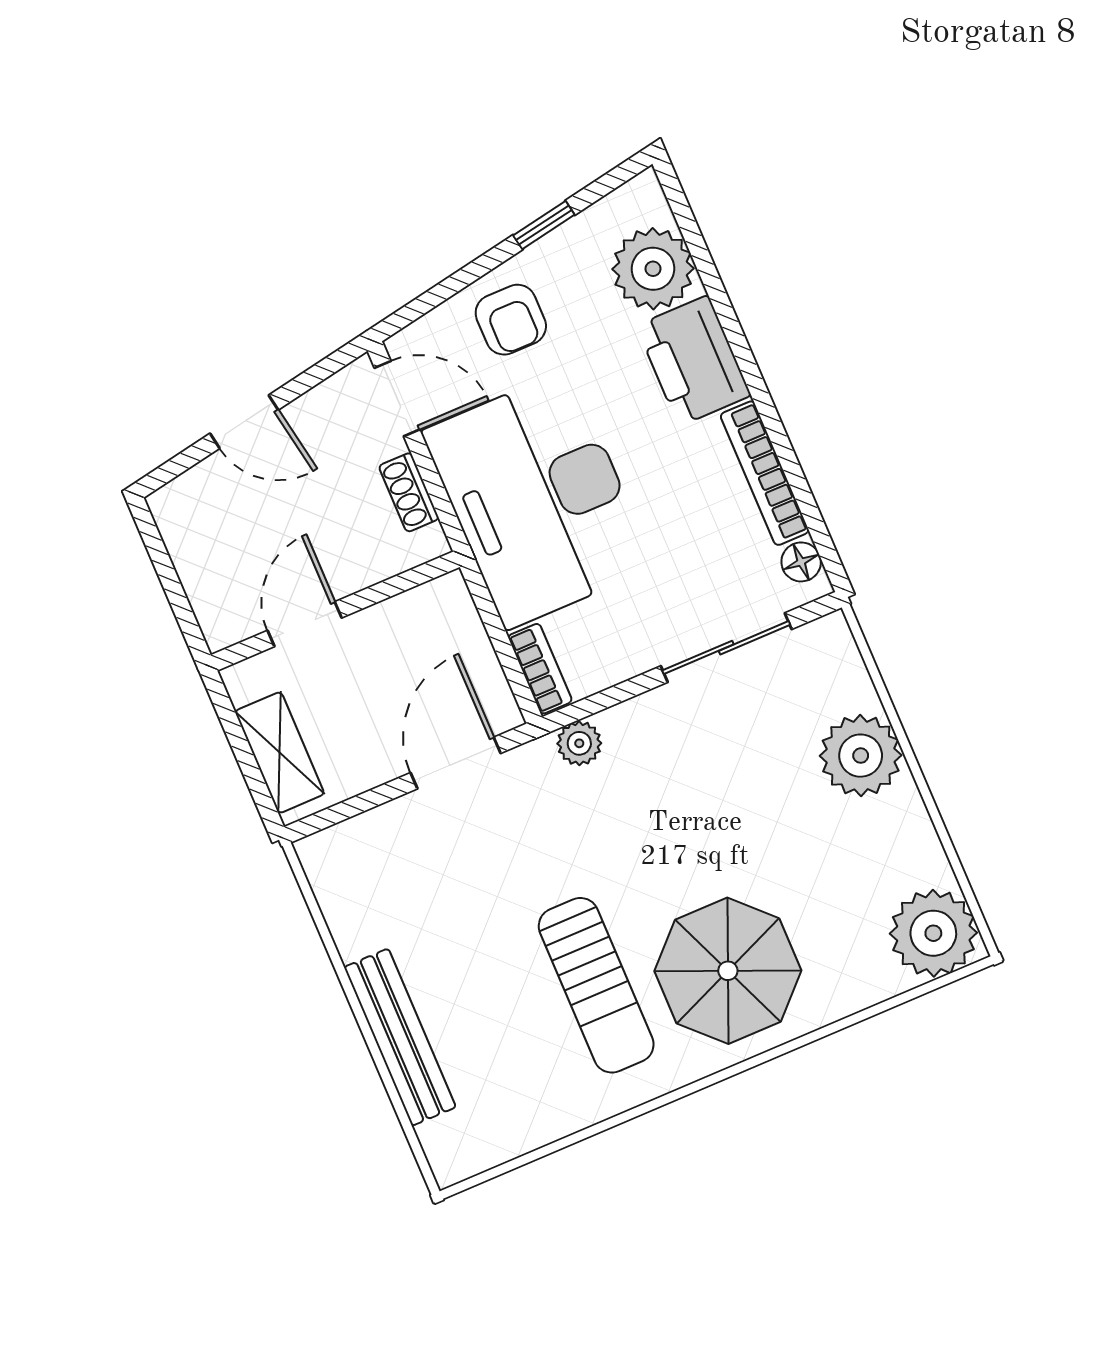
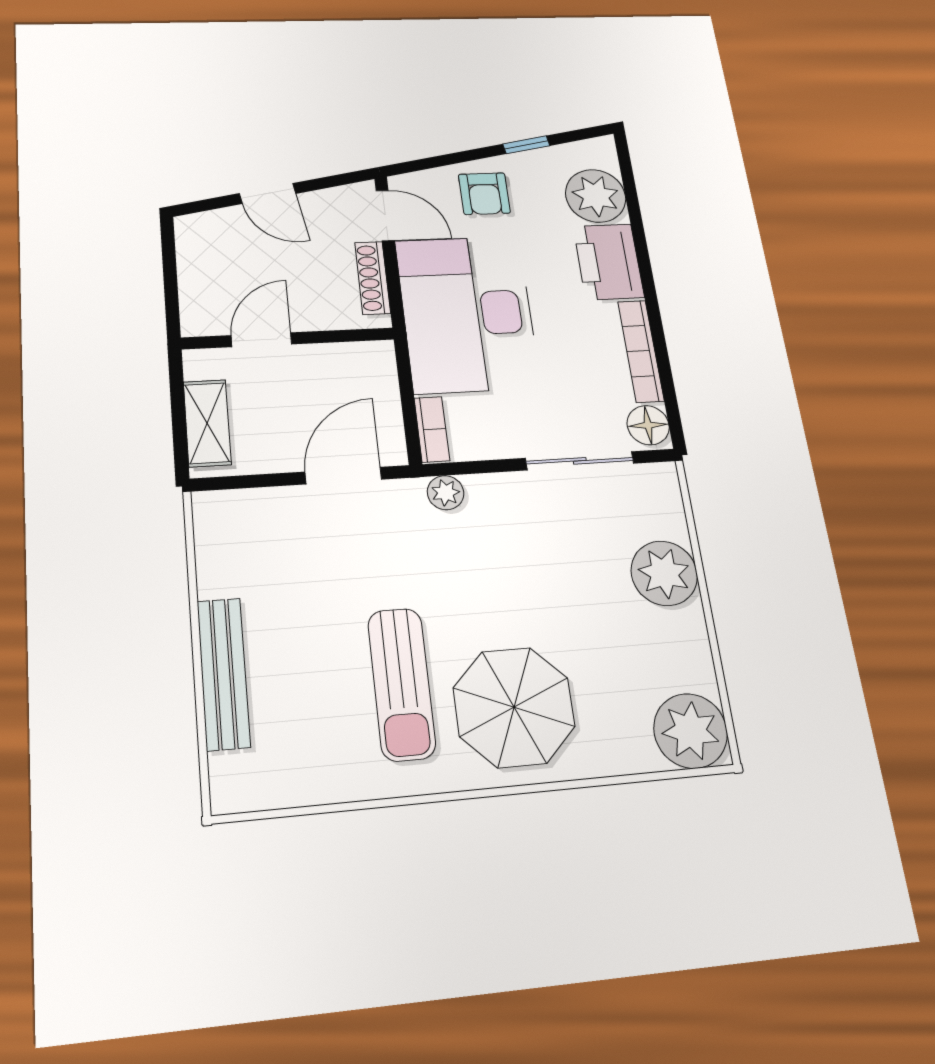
shoe rack: (409, 492) -> (373, 278), width x1.43
floor lamp: (801, 562) -> (648, 425), width x1.37, depth x1.37

